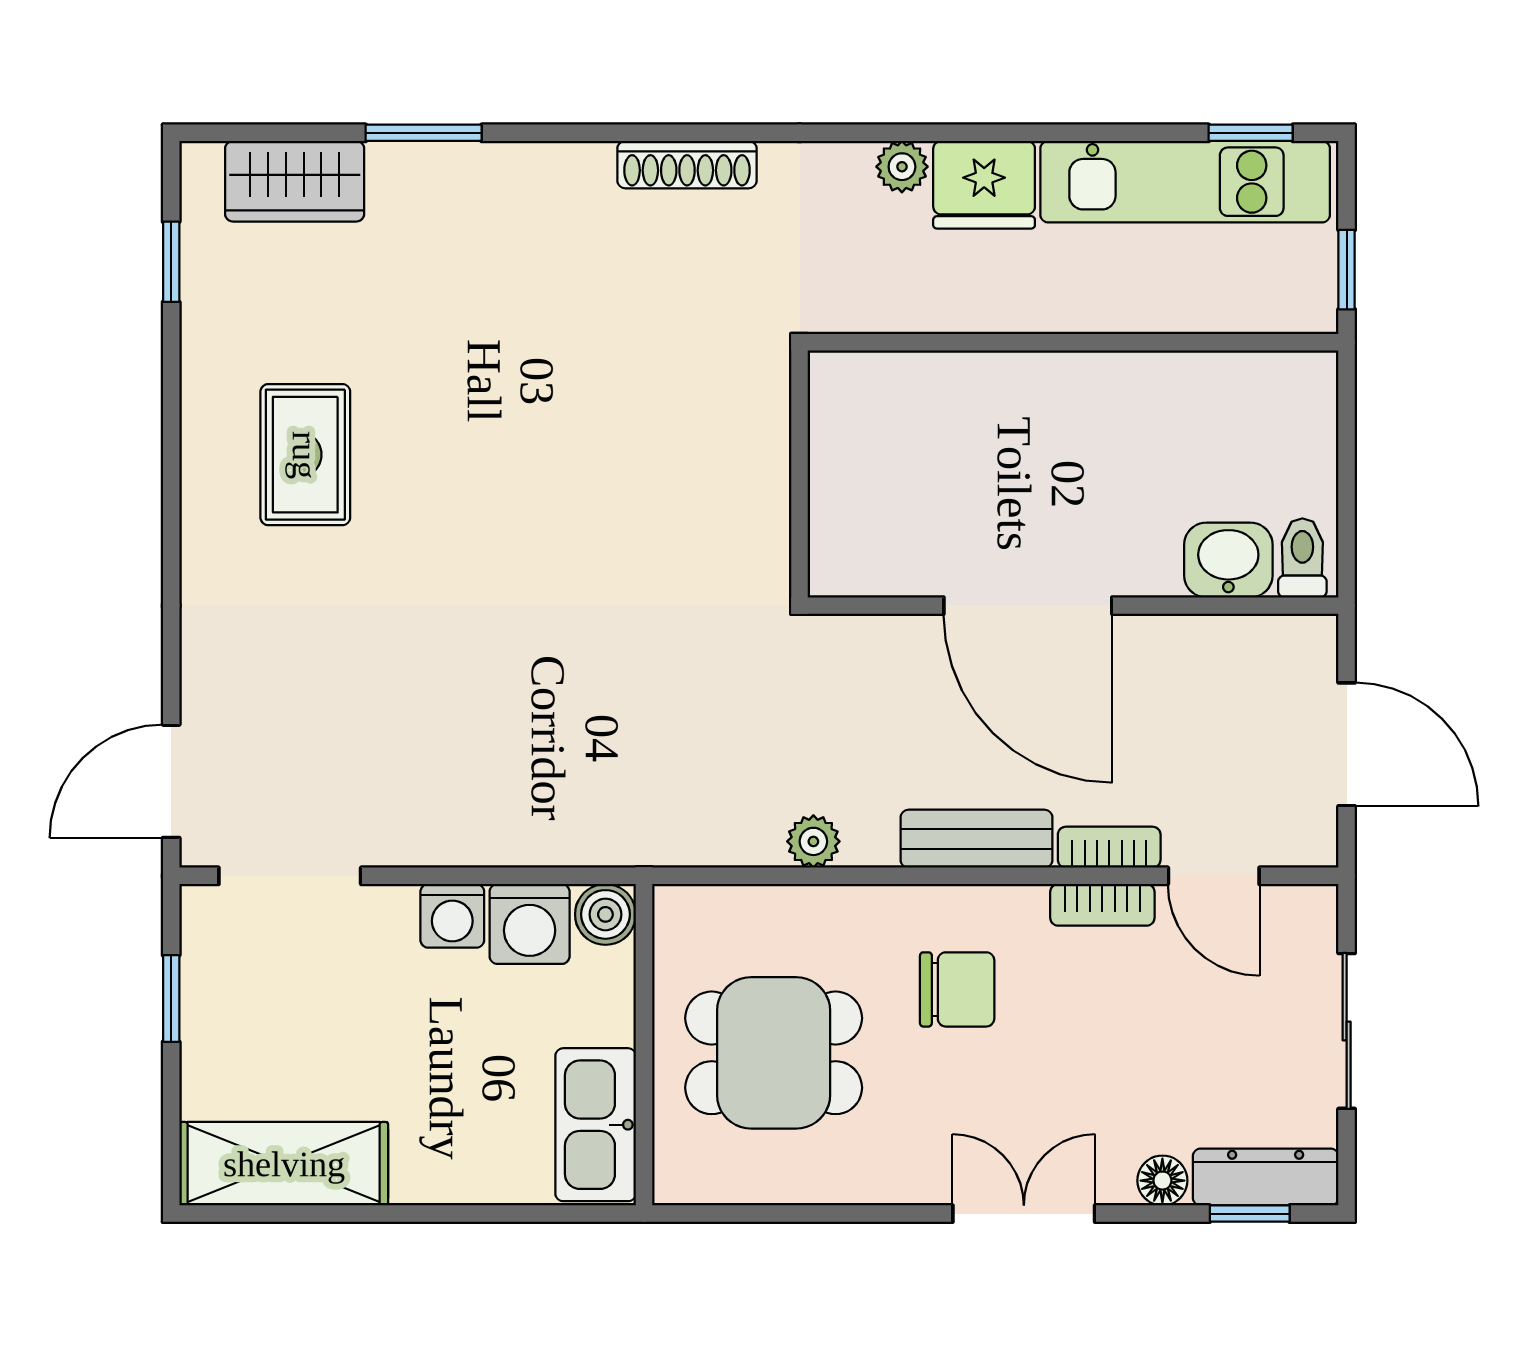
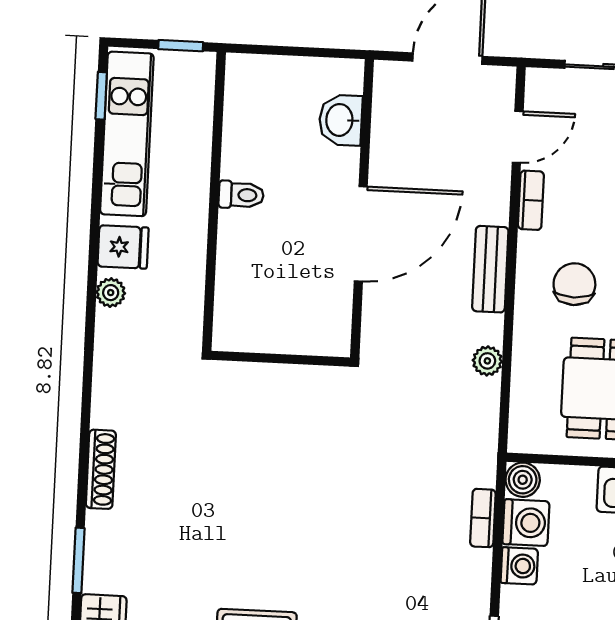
shoe rack: (687, 165) -> (101, 469), moved
fridge: (984, 185) -> (123, 247), width x0.72
toilet: (1302, 558) -> (241, 195), moved, turned 180
bookcase: (1109, 847) -> (483, 518), moved

